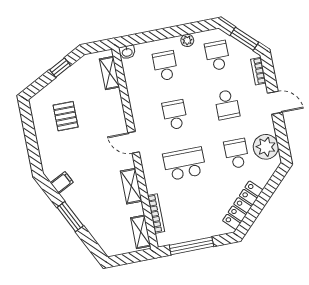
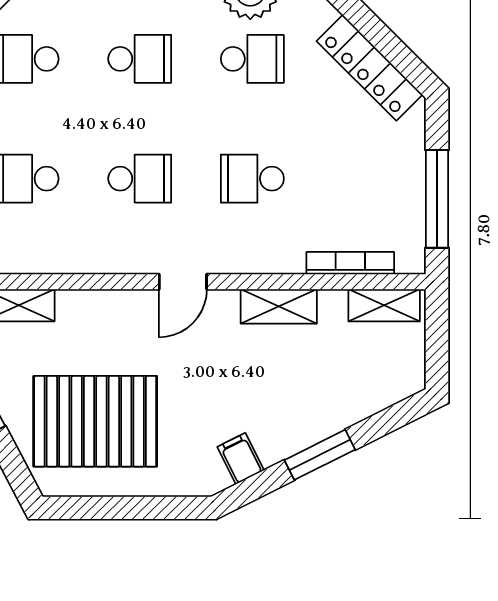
school desk: (175, 115) -> (140, 179), turned 180
pallet: (66, 116) -> (95, 421), width x2.05, depth x2.00
school desk: (237, 154) -> (252, 59), turned 180
school desk: (185, 164) -> (252, 179), width x0.54

